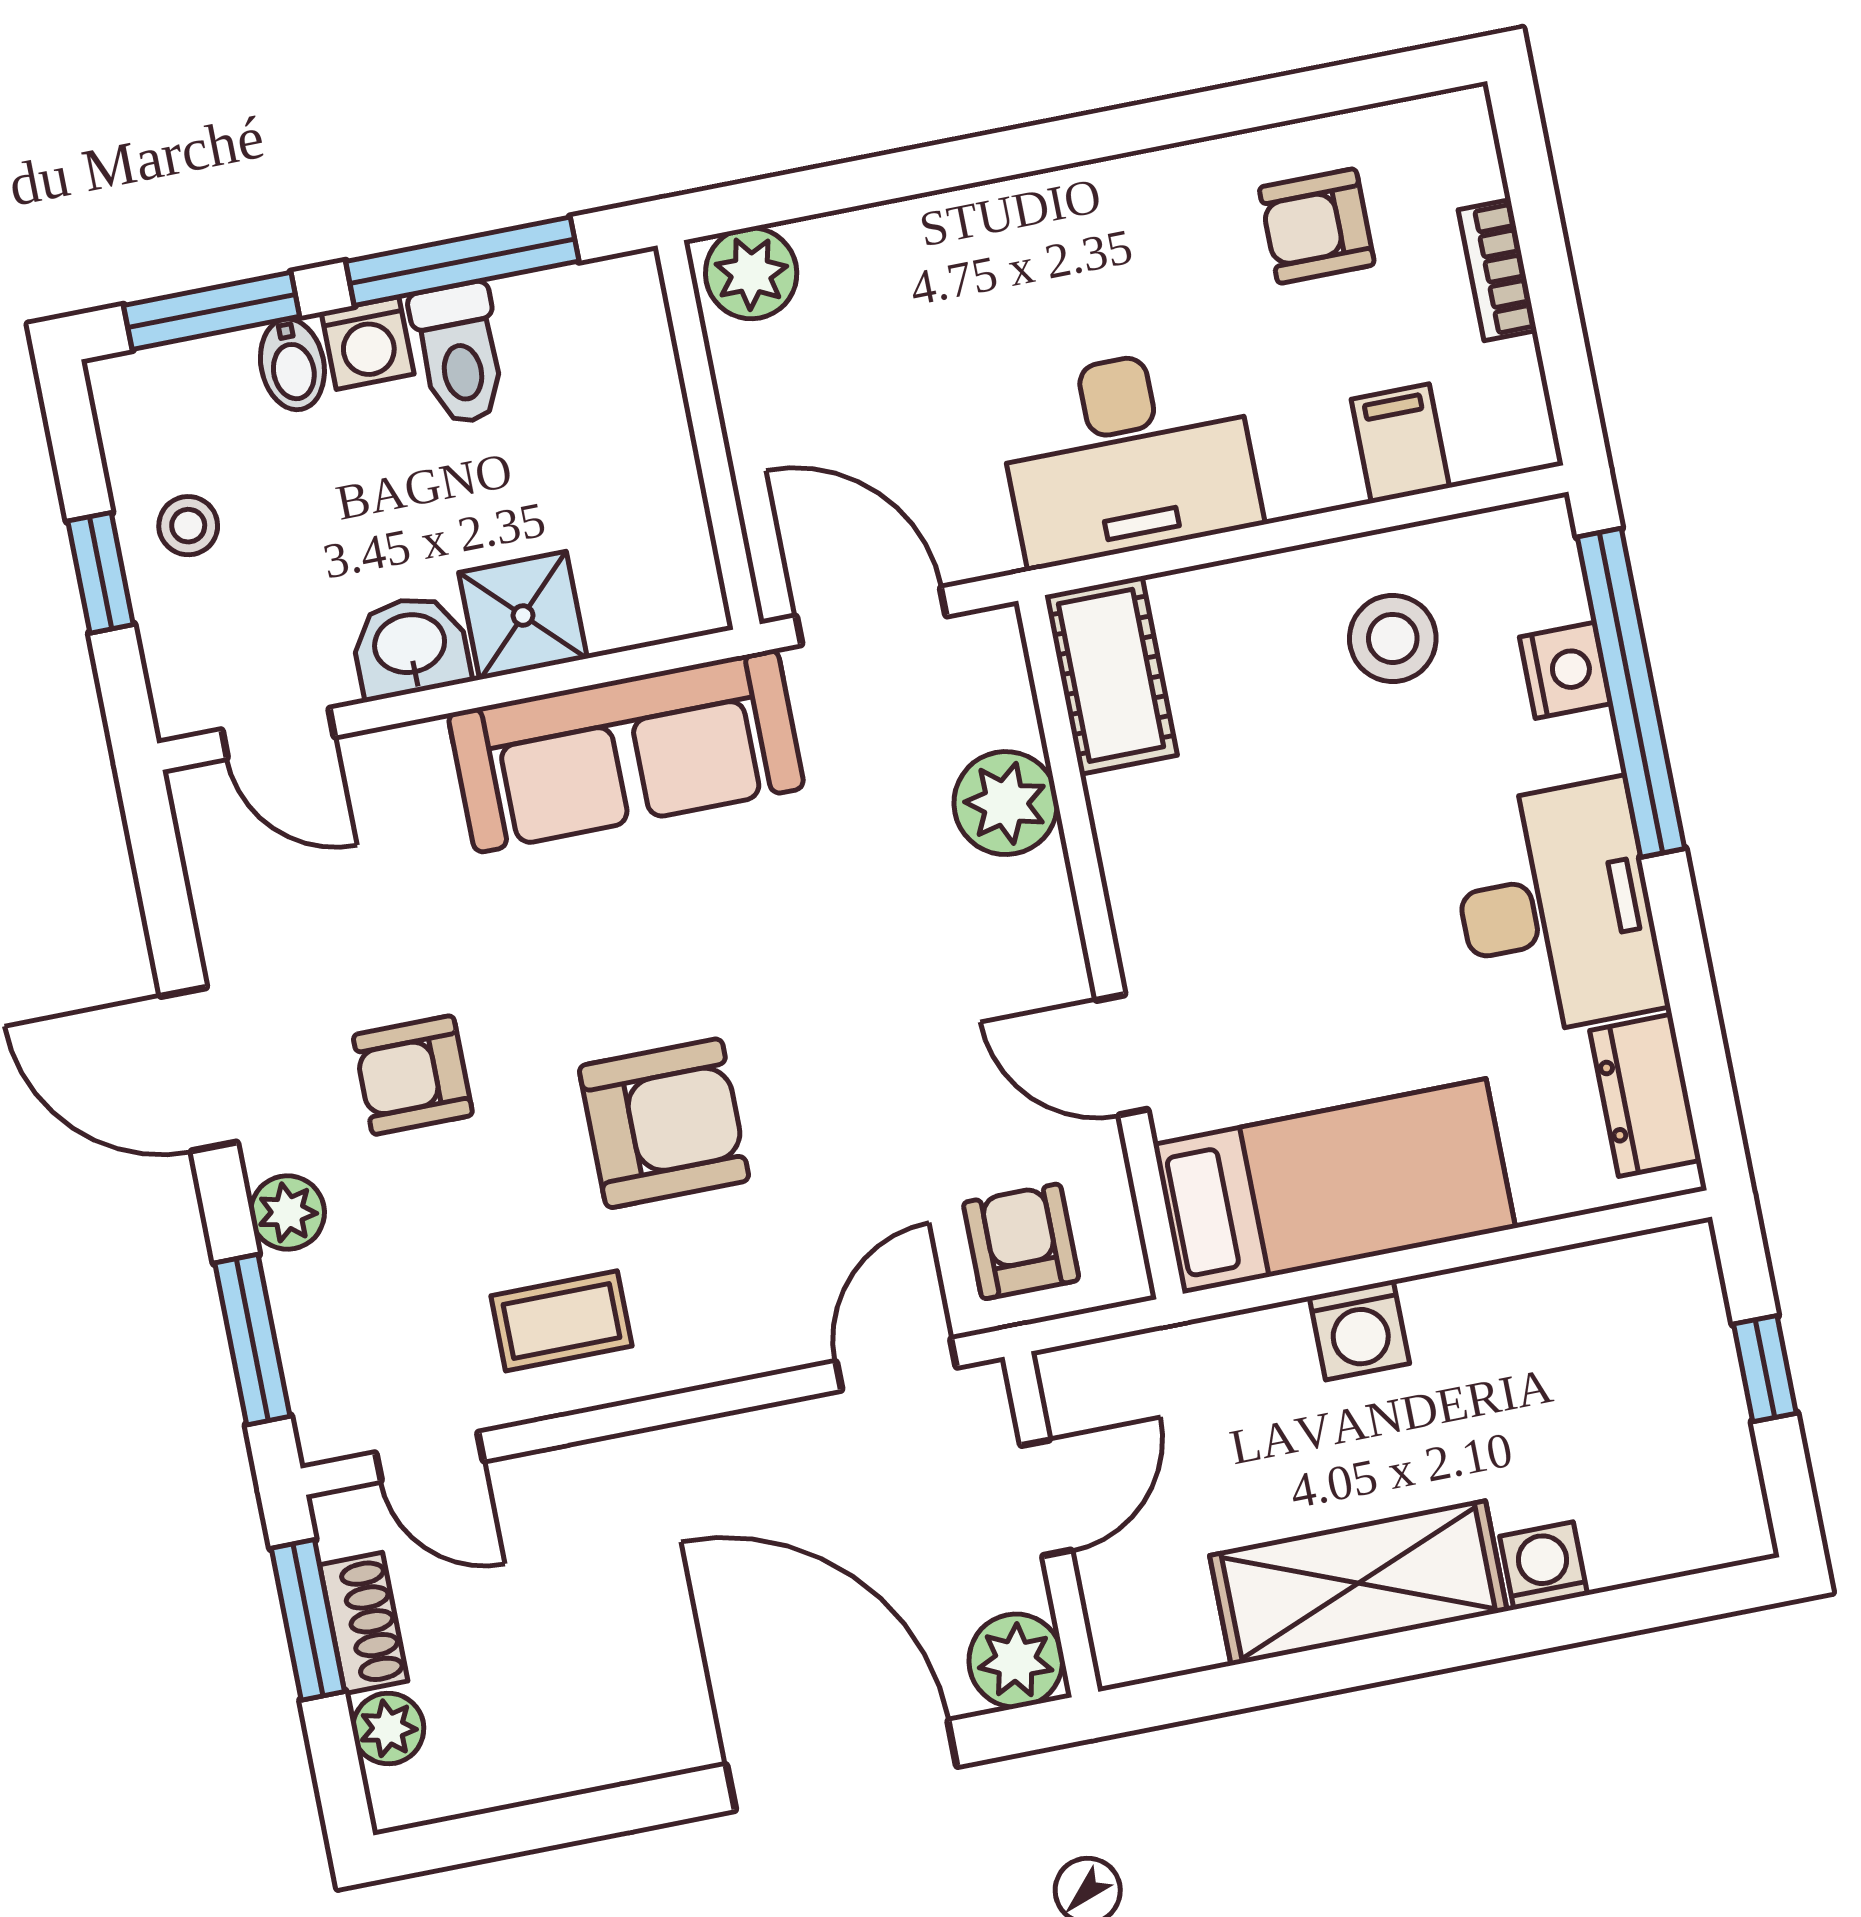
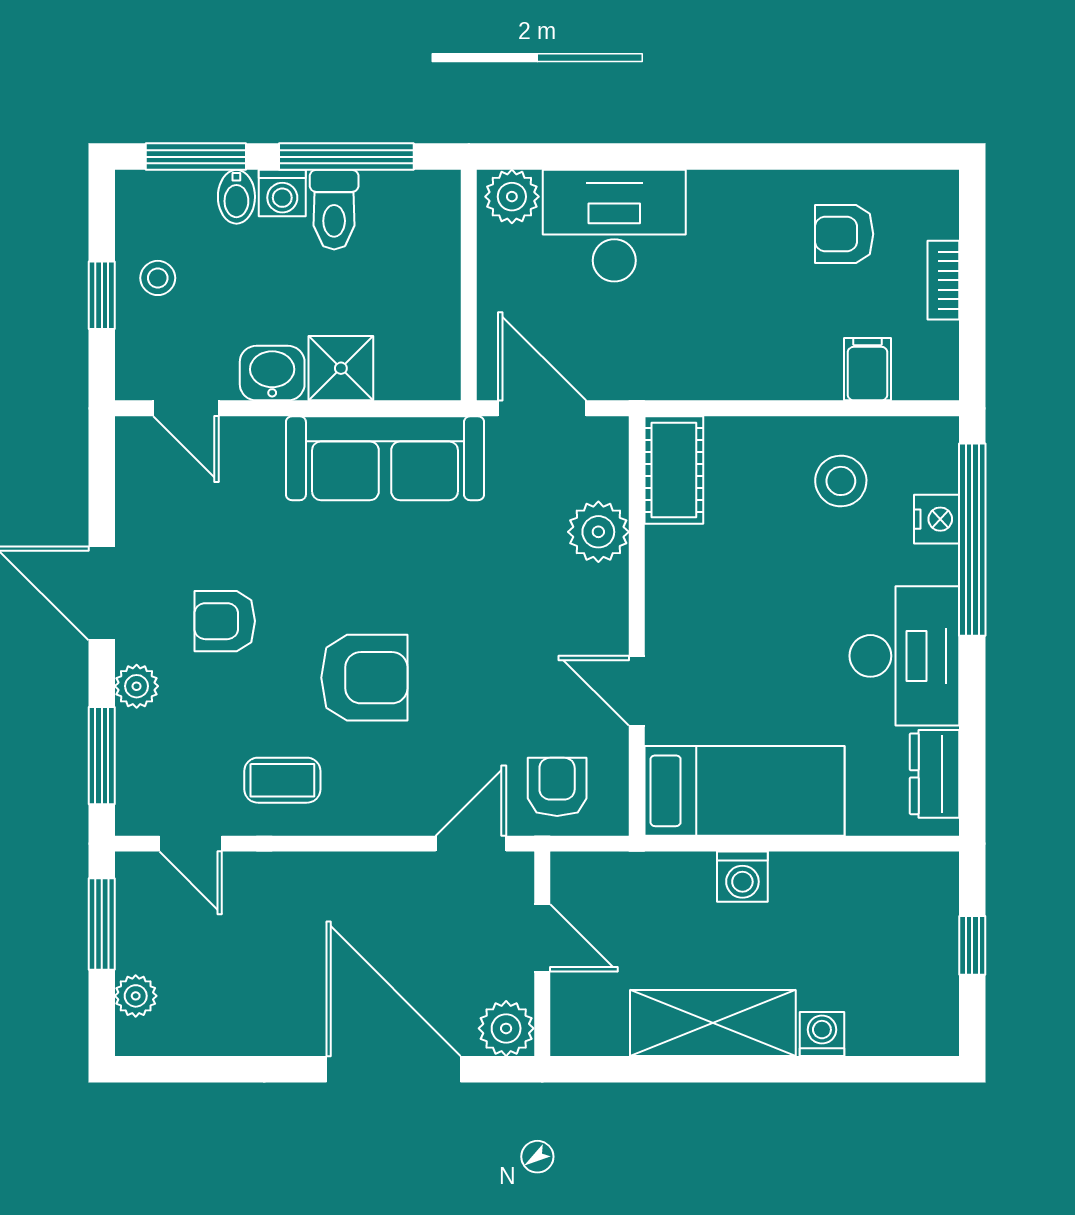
desk: (1128, 455) -> (614, 226), moved, turned 180
door: (1046, 1498) -> (542, 938), hinge flipped
shoe rack: (364, 1623) -> (134, 932), removed

